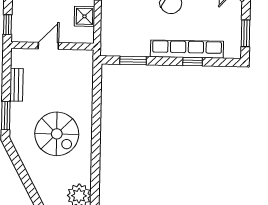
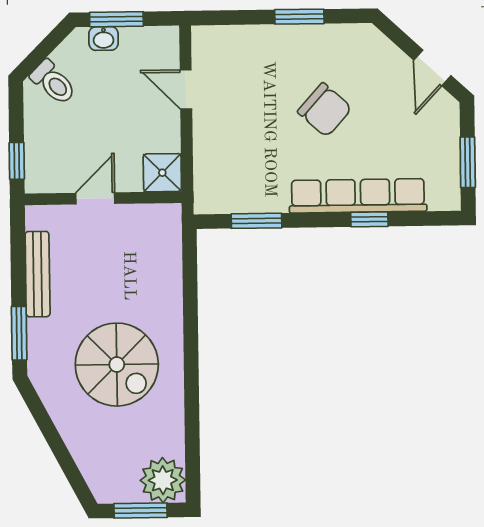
shower: (84, 16) -> (162, 173), moved
bench: (17, 85) -> (38, 274), width x1.36

